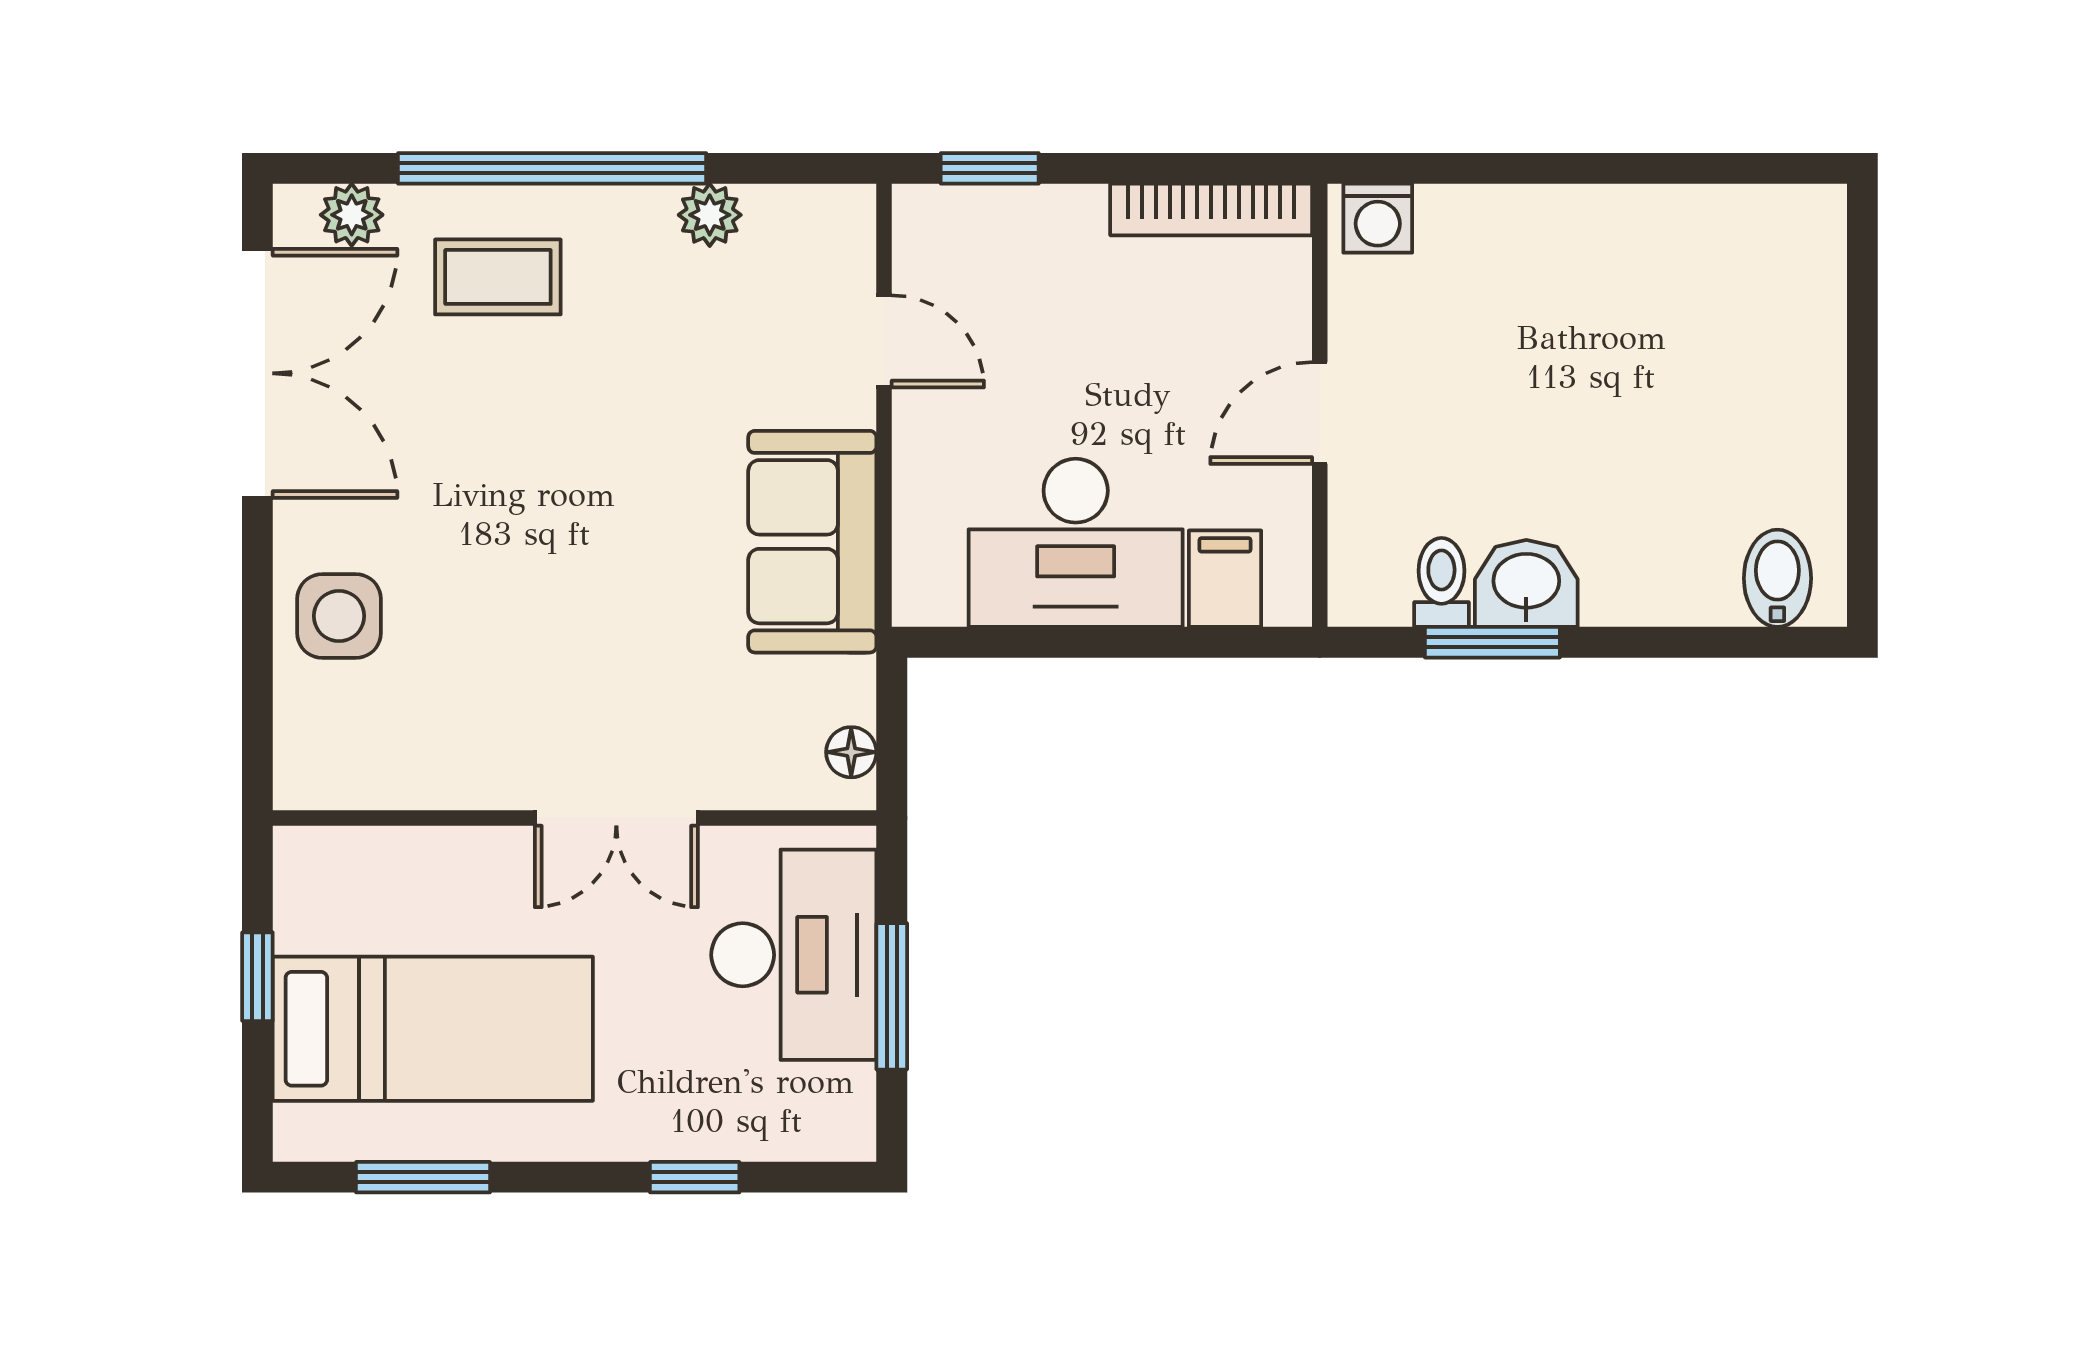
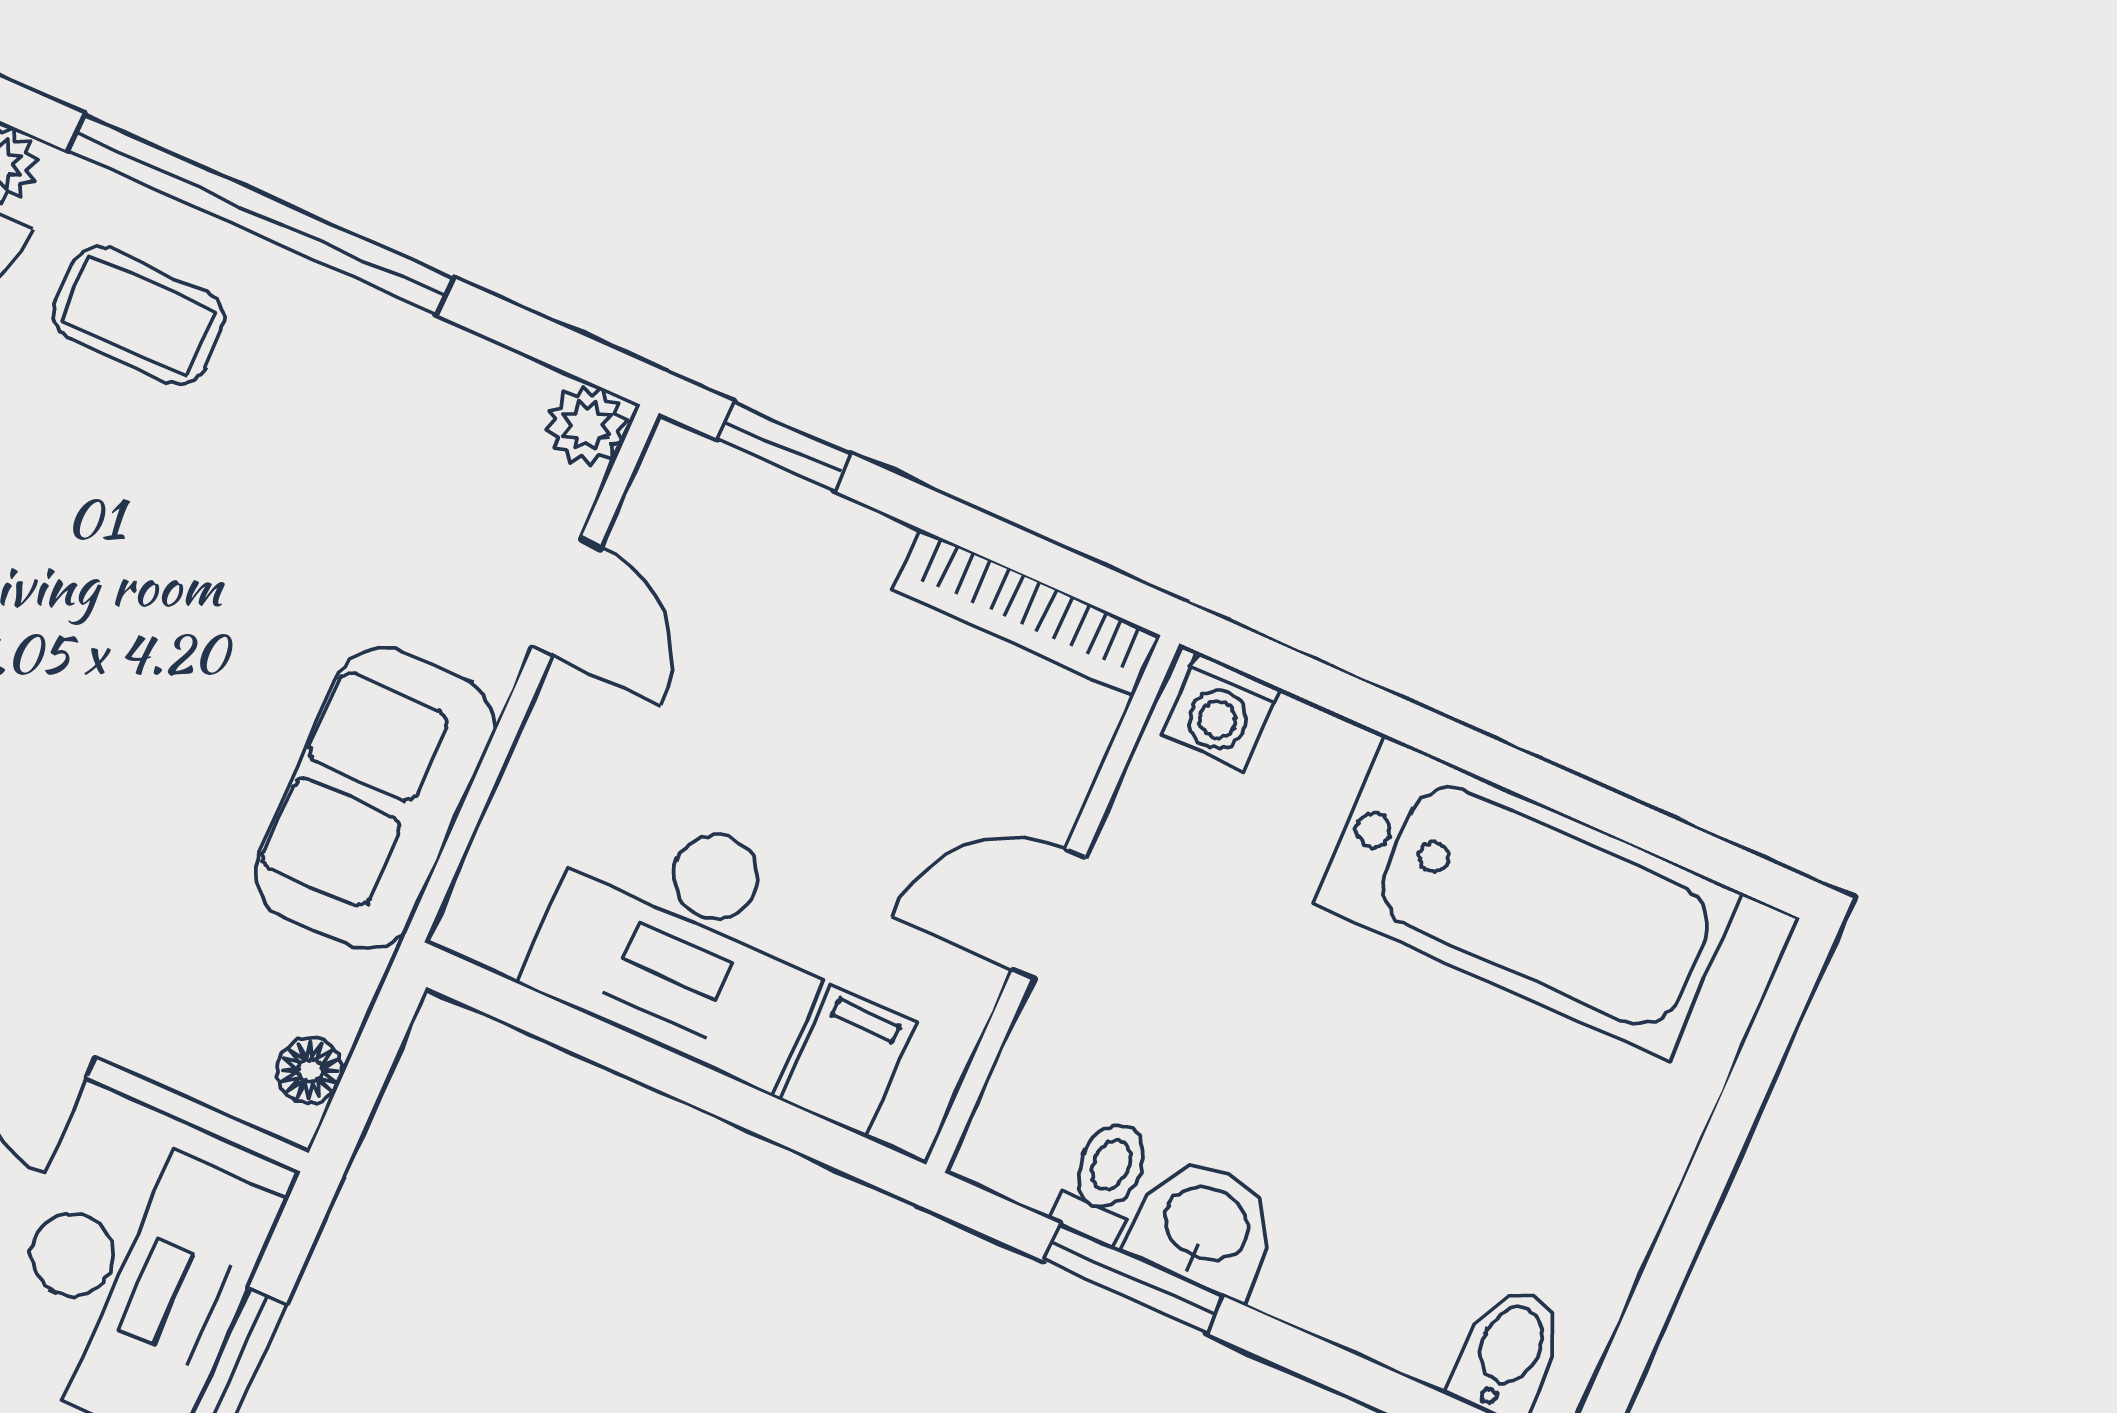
plant: (710, 215) -> (587, 425), moved
bathtub: (1650, 254) -> (1527, 898), added

